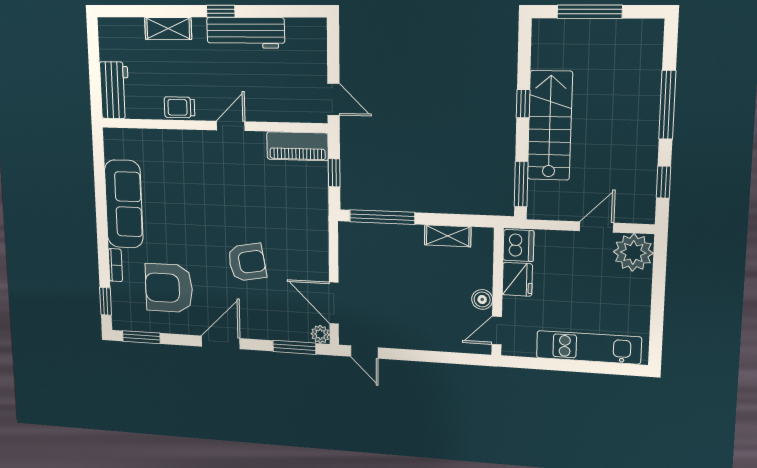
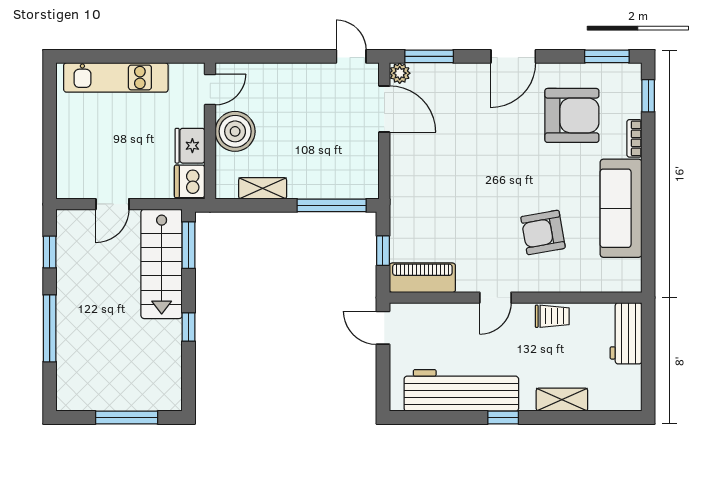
workbench: (246, 33) -> (461, 390), width x1.36, depth x1.32
stairs: (550, 126) -> (162, 264), moved
plant: (633, 252) -> (76, 180), removed
armchair: (247, 262) -> (543, 232), moved
boiler: (482, 299) -> (235, 131), width x1.86, depth x1.86

